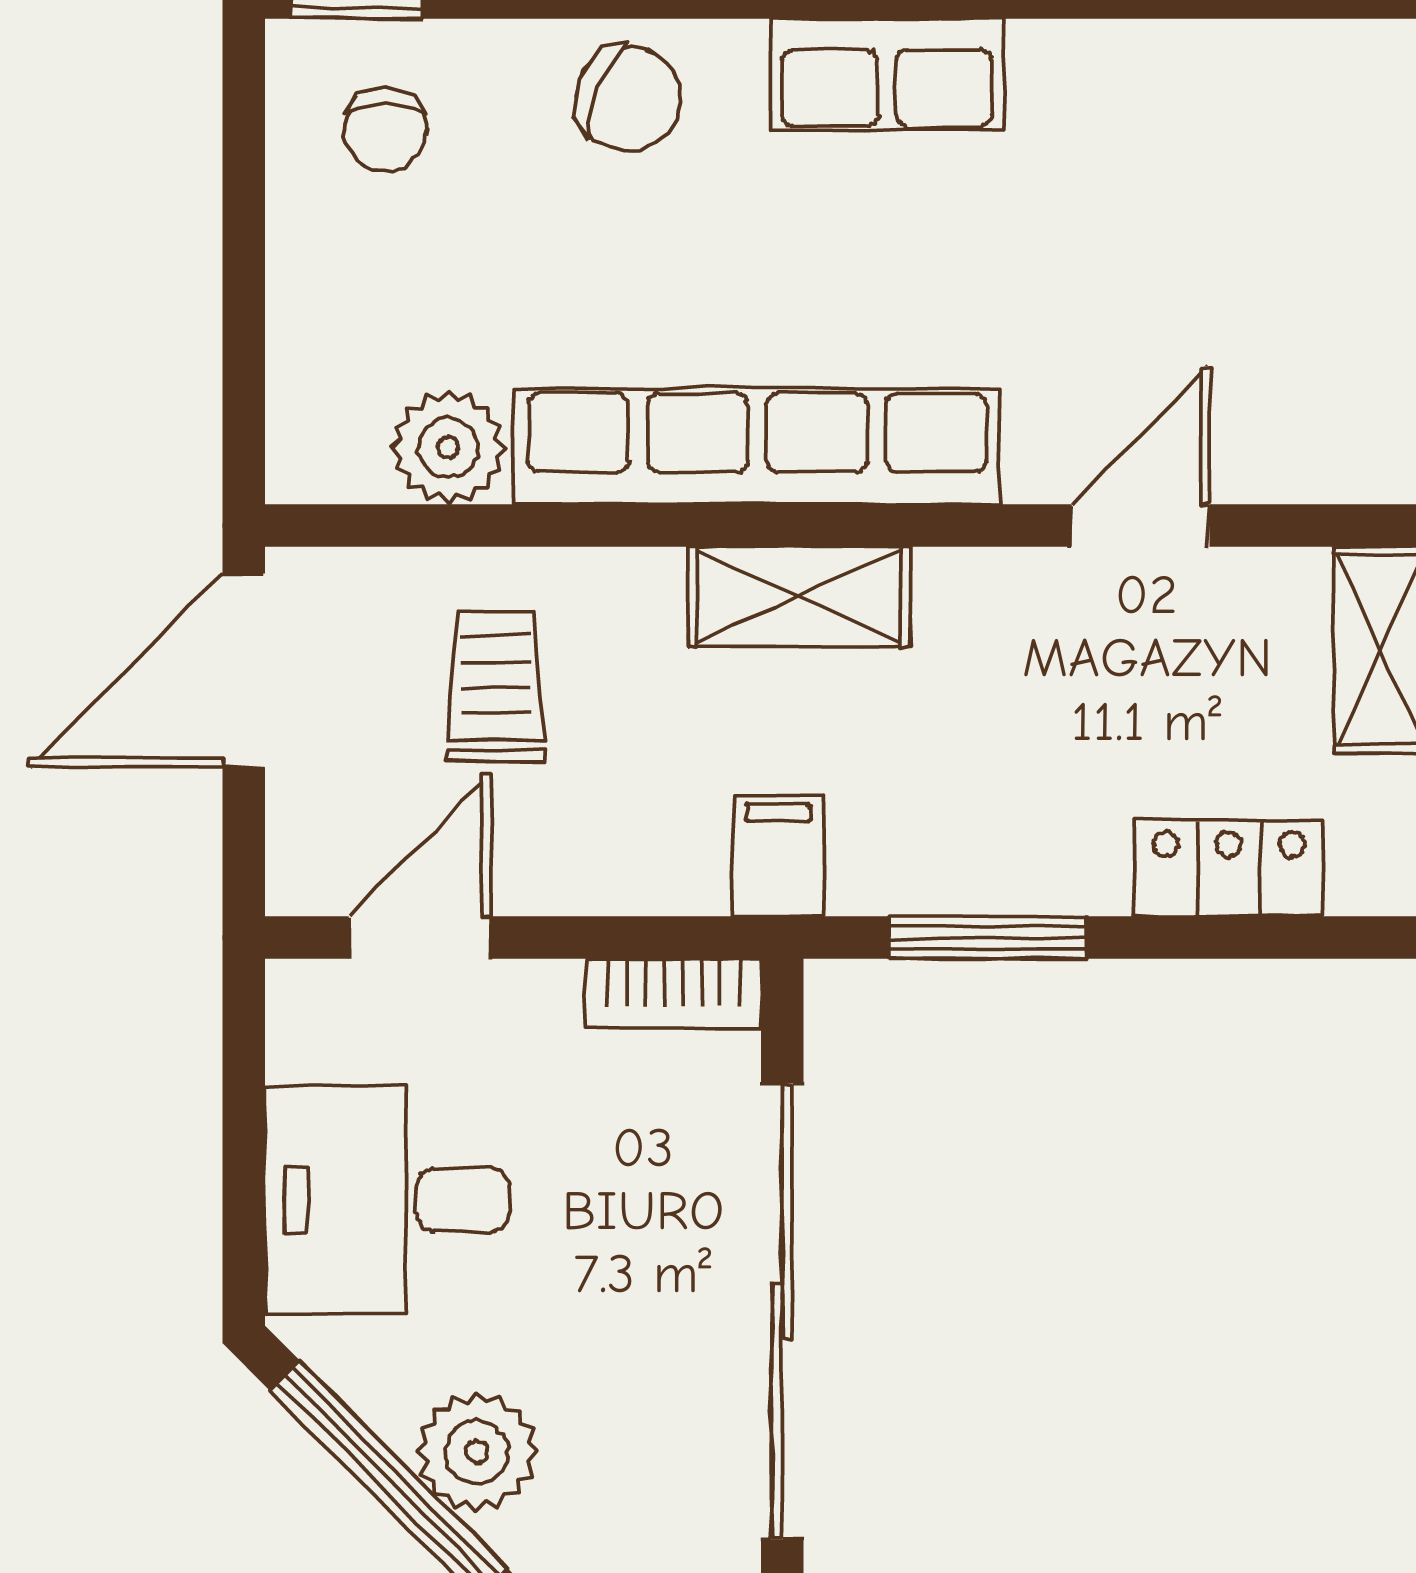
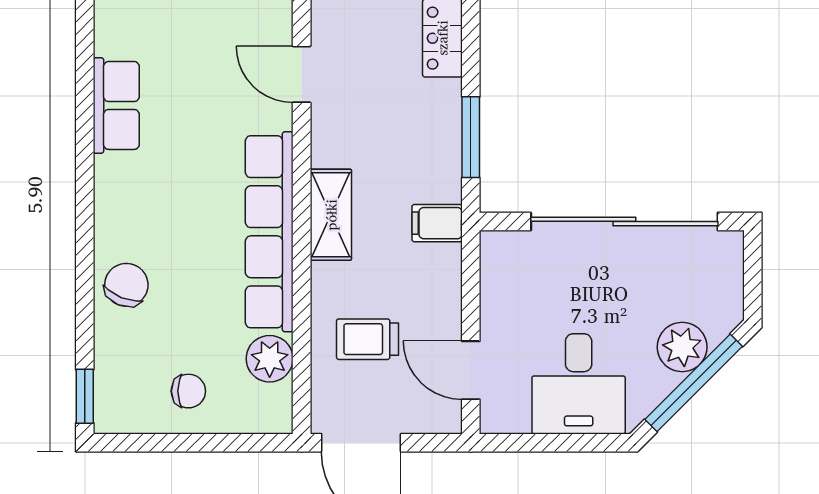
row of seats: (887, 74) -> (116, 105), moved
chair: (386, 130) -> (188, 391), moved
bookcase: (673, 994) -> (494, 266), removed

